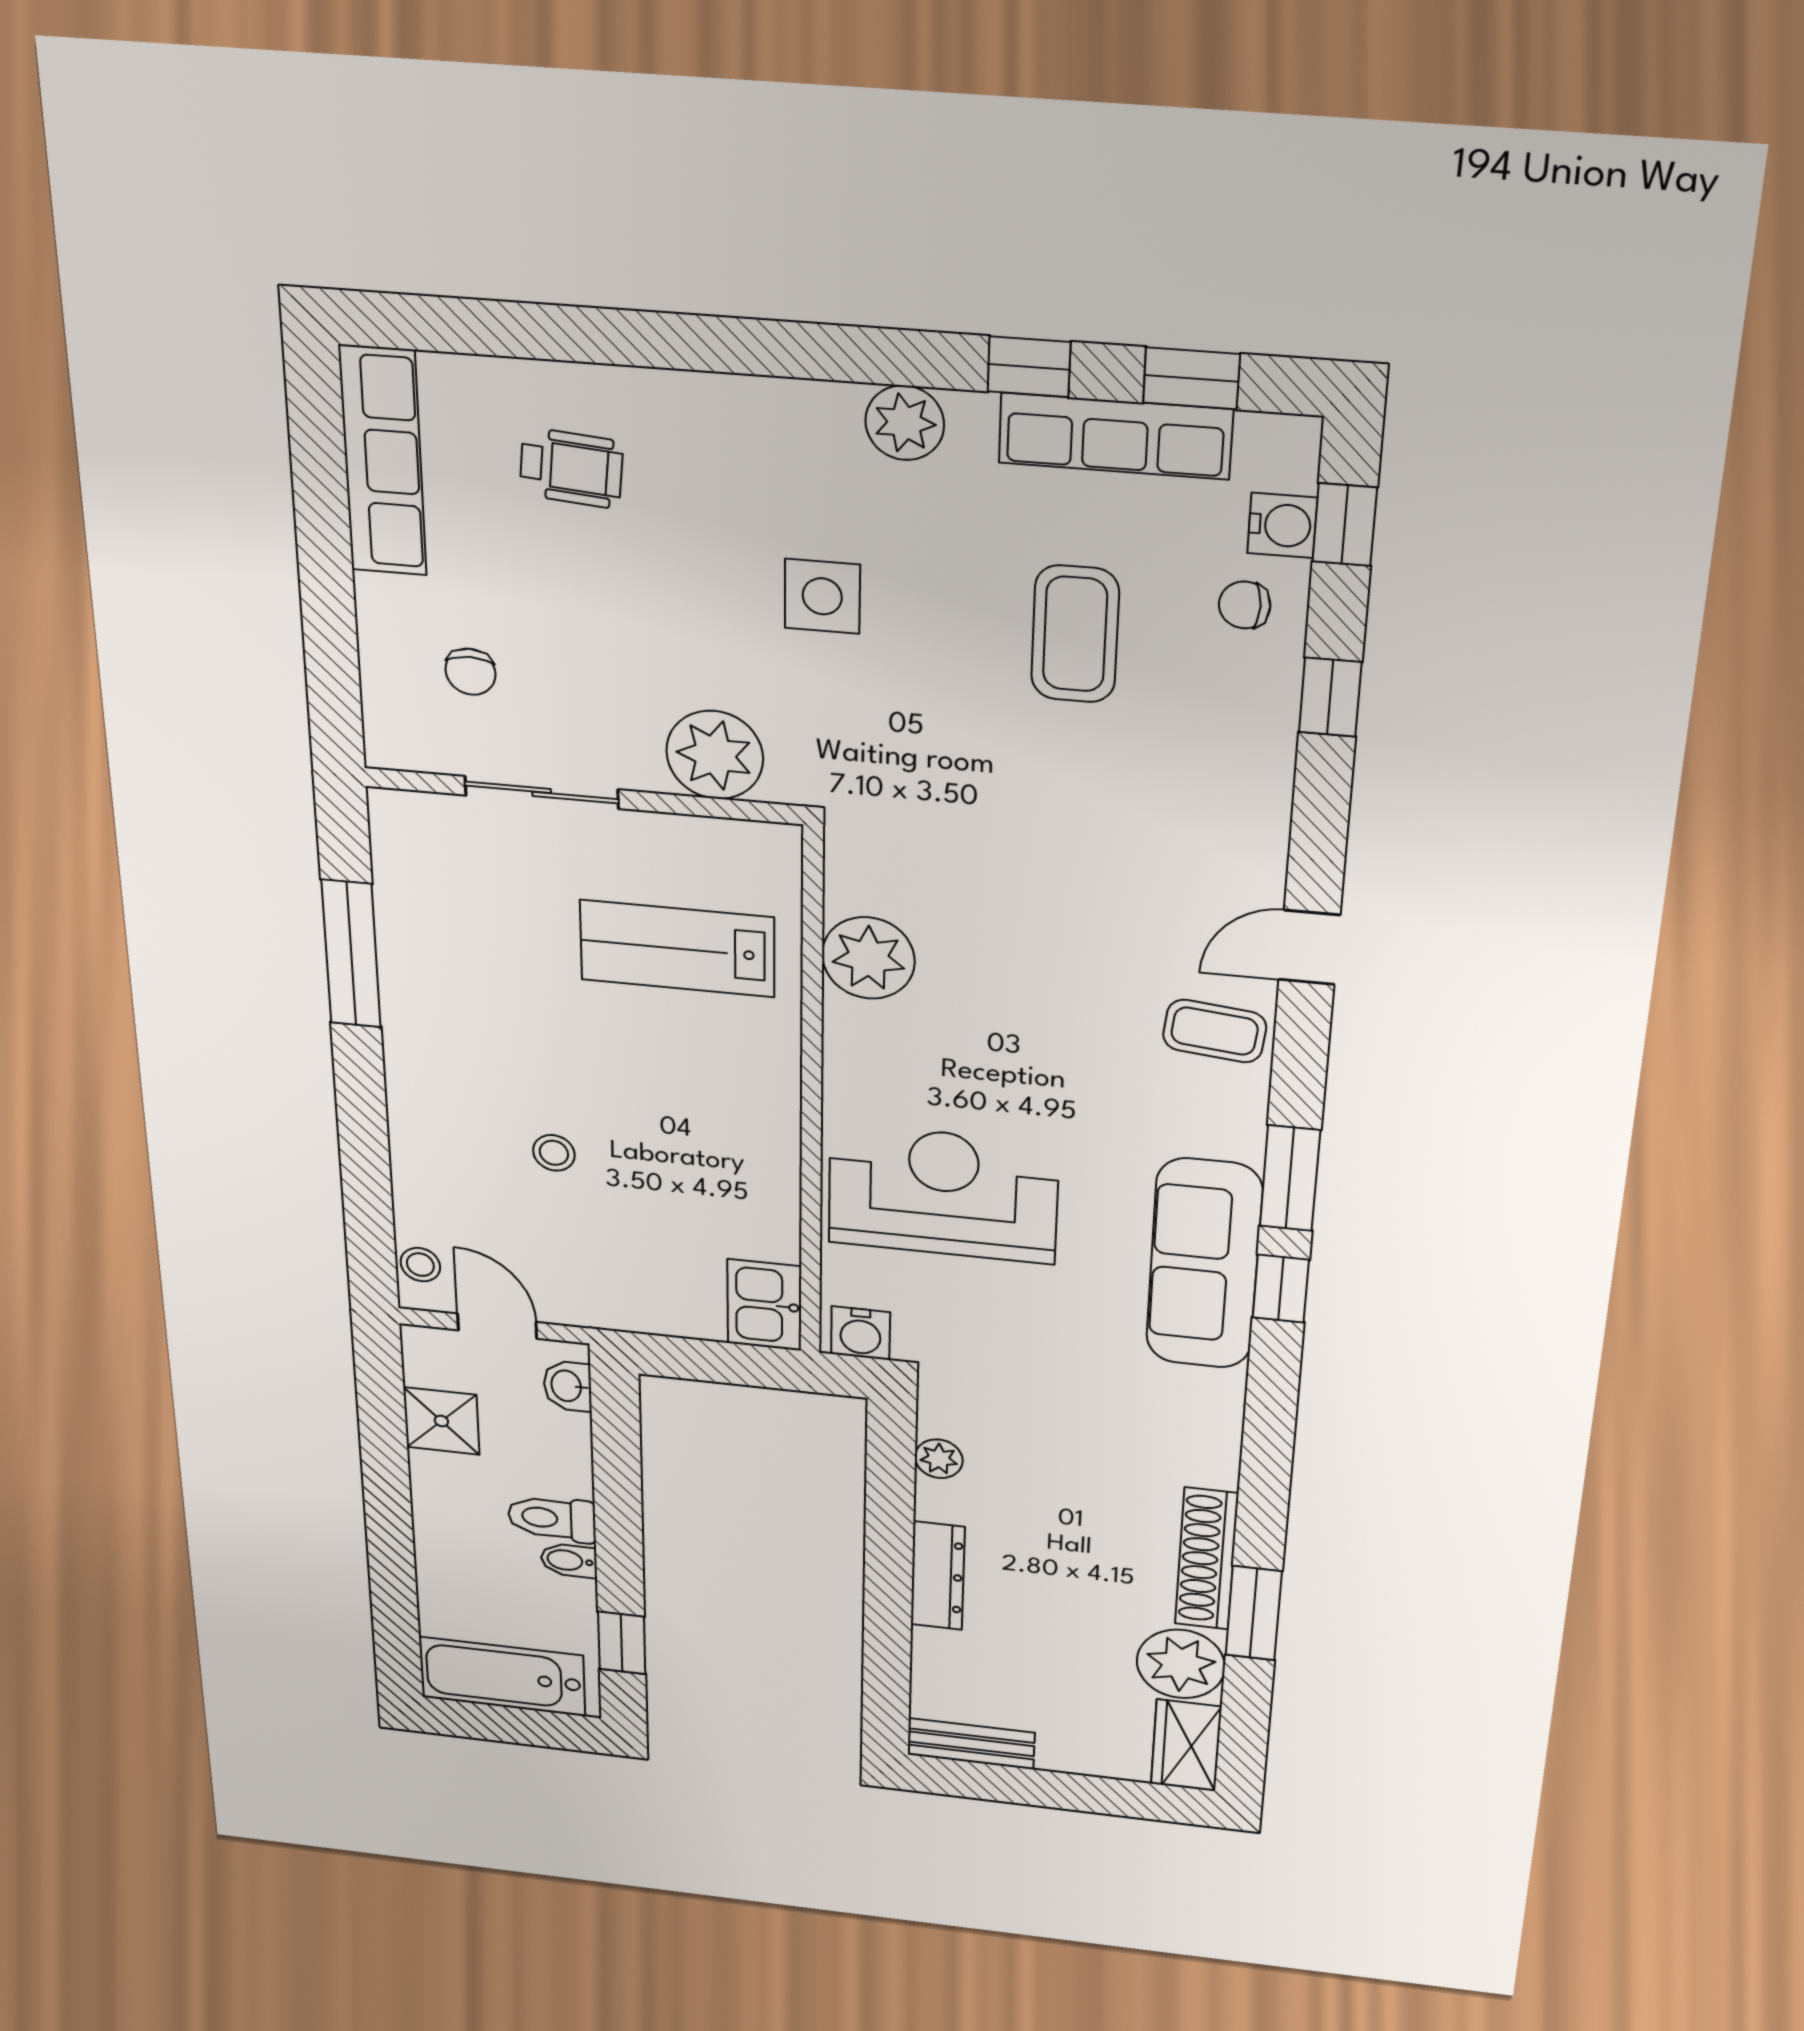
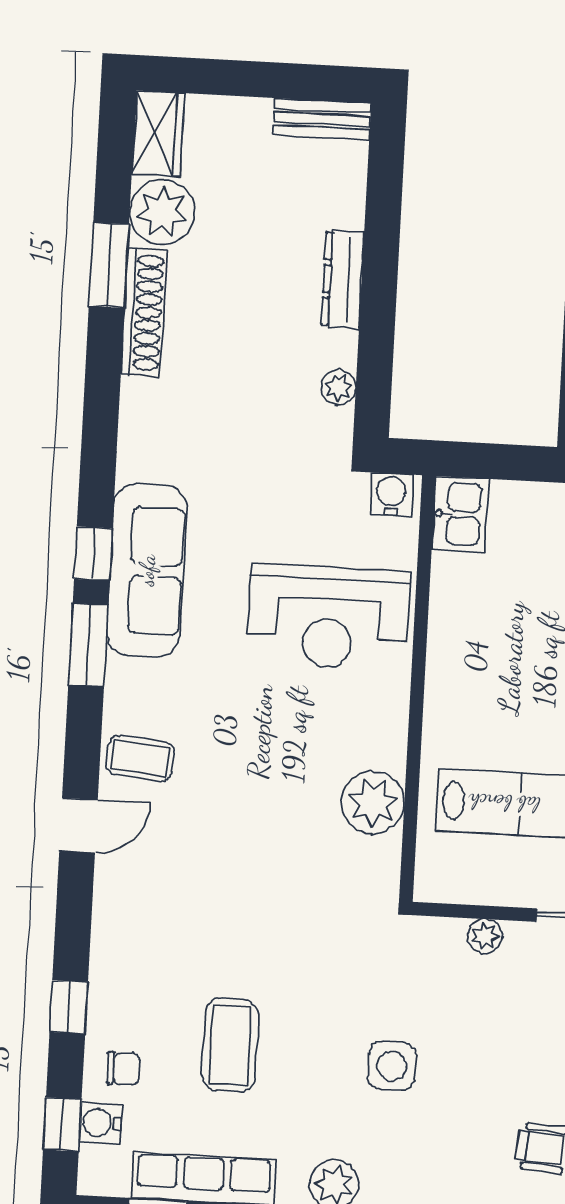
plant: (715, 755) -> (485, 936), width x0.53, depth x0.53

